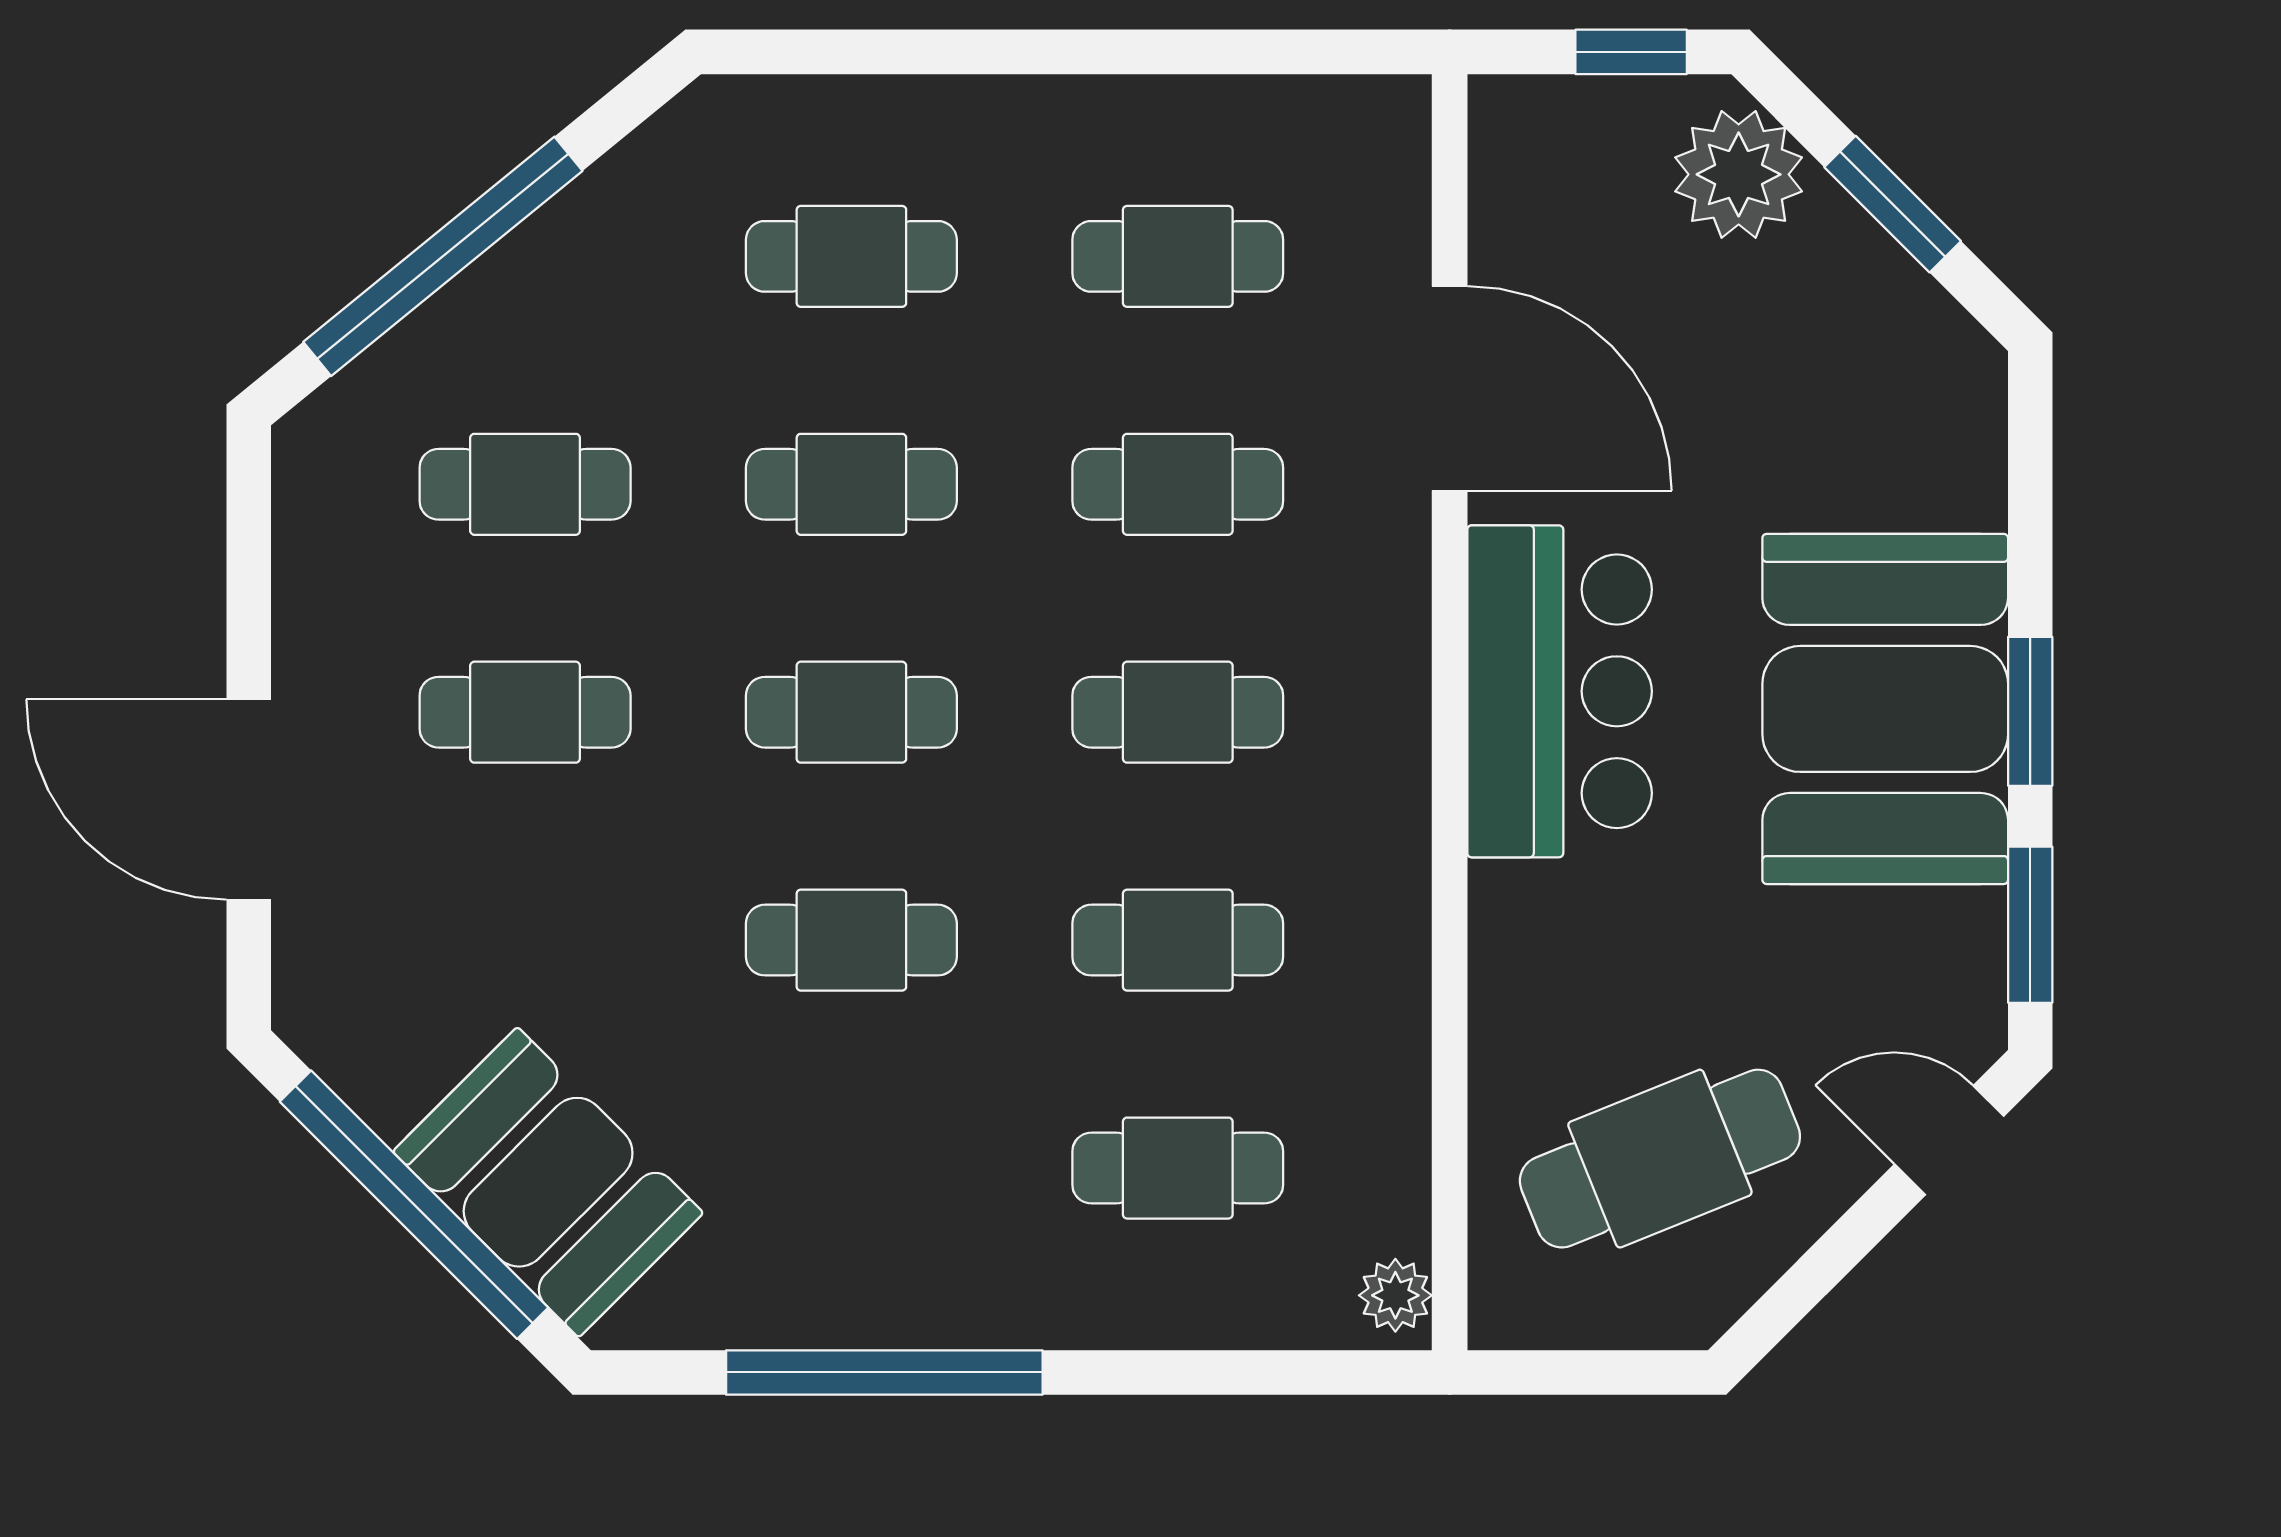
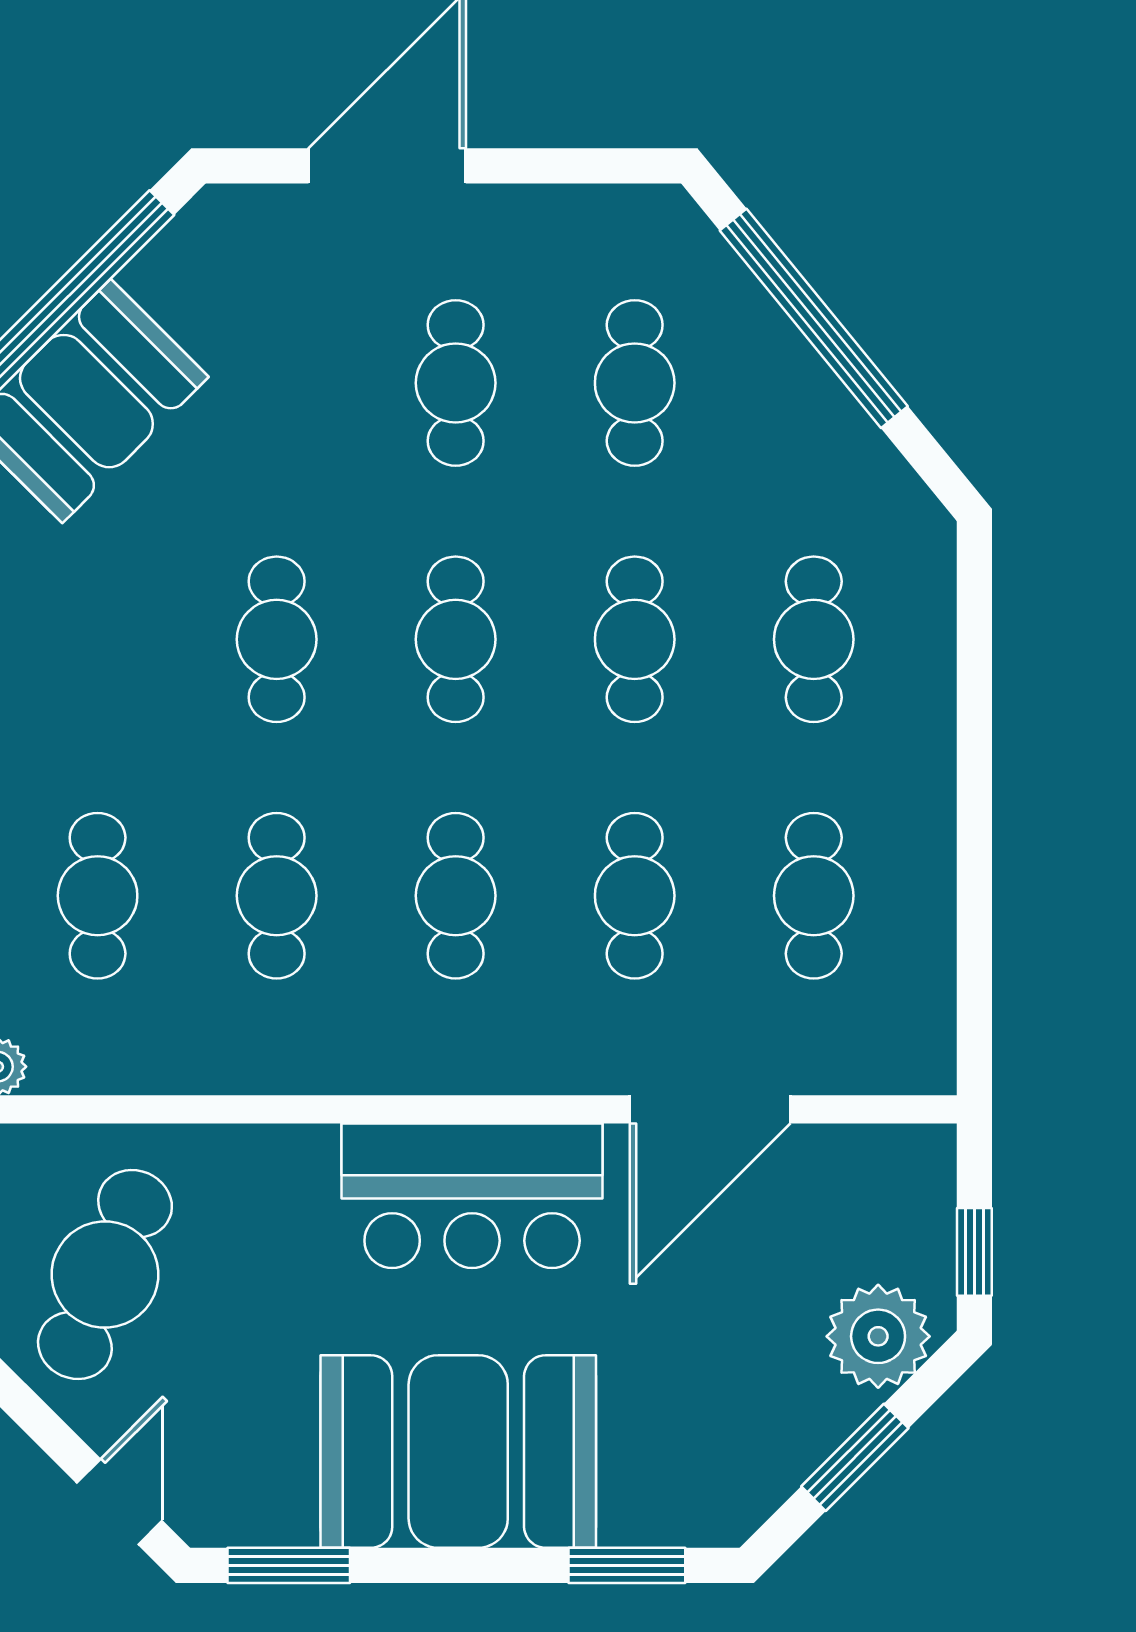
window: (2030, 711) -> (627, 1565), moved
cafe table: (1660, 1159) -> (105, 1275), turned 45

